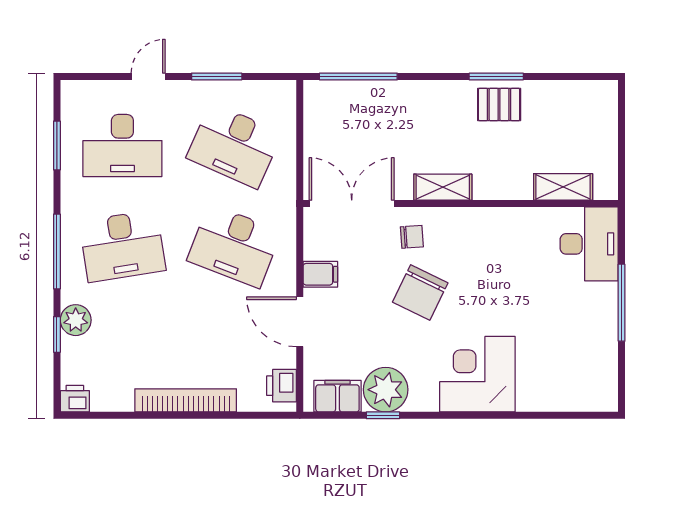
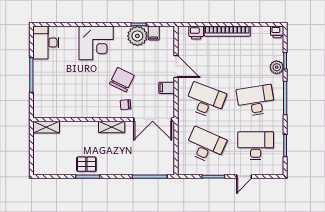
shelving: (563, 187) -> (46, 127), moved
desk: (589, 244) -> (46, 43), moved
printer: (282, 386) -> (196, 33), moved, turned 90
filing cabinet: (337, 396) -> (154, 33), width x0.50

